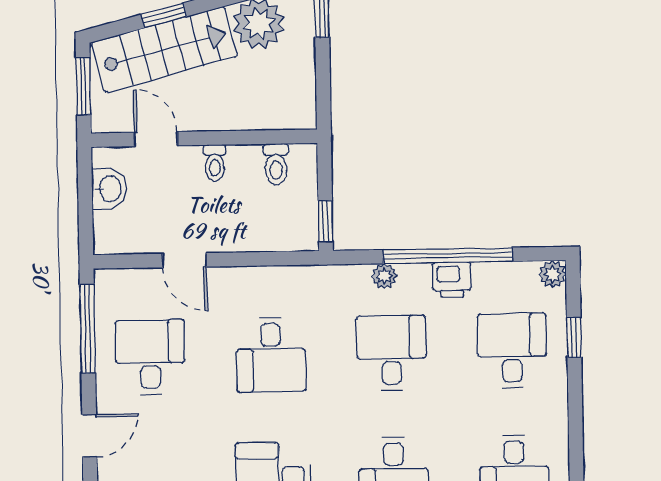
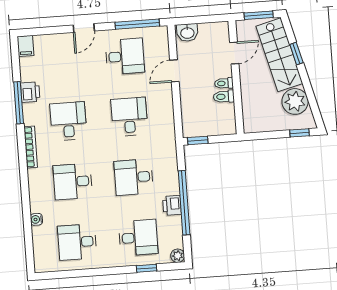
toilet: (276, 164) -> (224, 97), moved
washbasin: (109, 189) -> (187, 33), moved
plant: (384, 276) -> (172, 171), removed
desk: (391, 353) -> (134, 177), turned 180
desk: (271, 355) -> (129, 117), turned 90
door: (89, 436) -> (84, 28), hinge flipped

